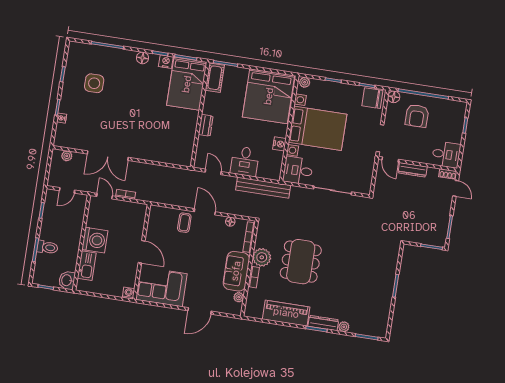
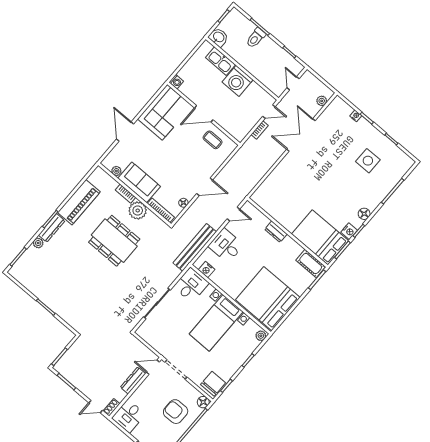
bed with nightstands: (318, 128) -> (216, 323), width x0.73
nightstand: (279, 144) -> (207, 270), moved
coffee table: (184, 223) -> (213, 140), moved

